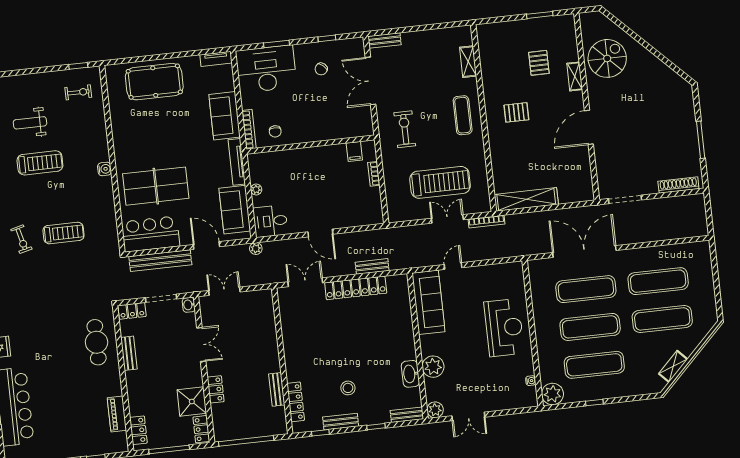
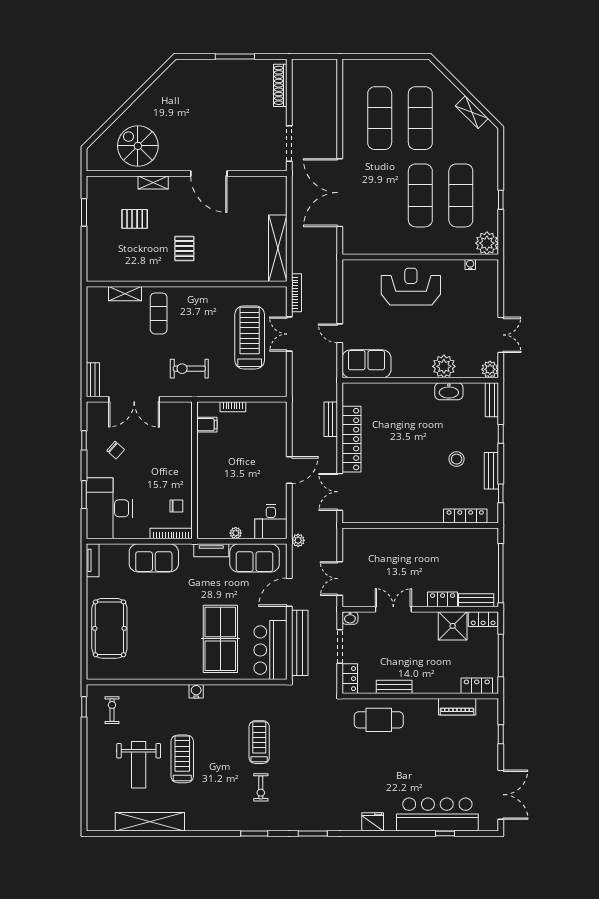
exercise mat: (463, 115) -> (159, 313), moved, turned 90
weight bench: (30, 123) -> (139, 765), width x1.36, depth x1.33
tv unit: (237, 162) -> (211, 550), width x0.71
exercise bike: (21, 239) -> (261, 787), turned 104
exercise mat: (586, 289) -> (380, 195), removed
sofa: (428, 302) -> (366, 364), width x0.73
bench: (277, 389) -> (476, 600), moved

